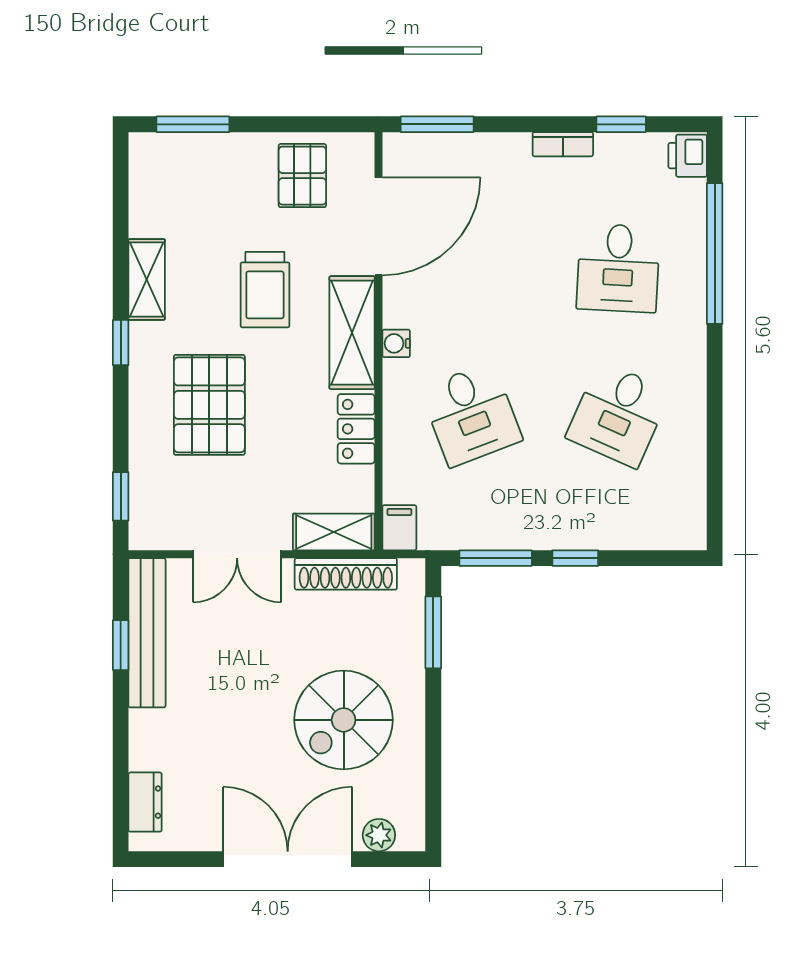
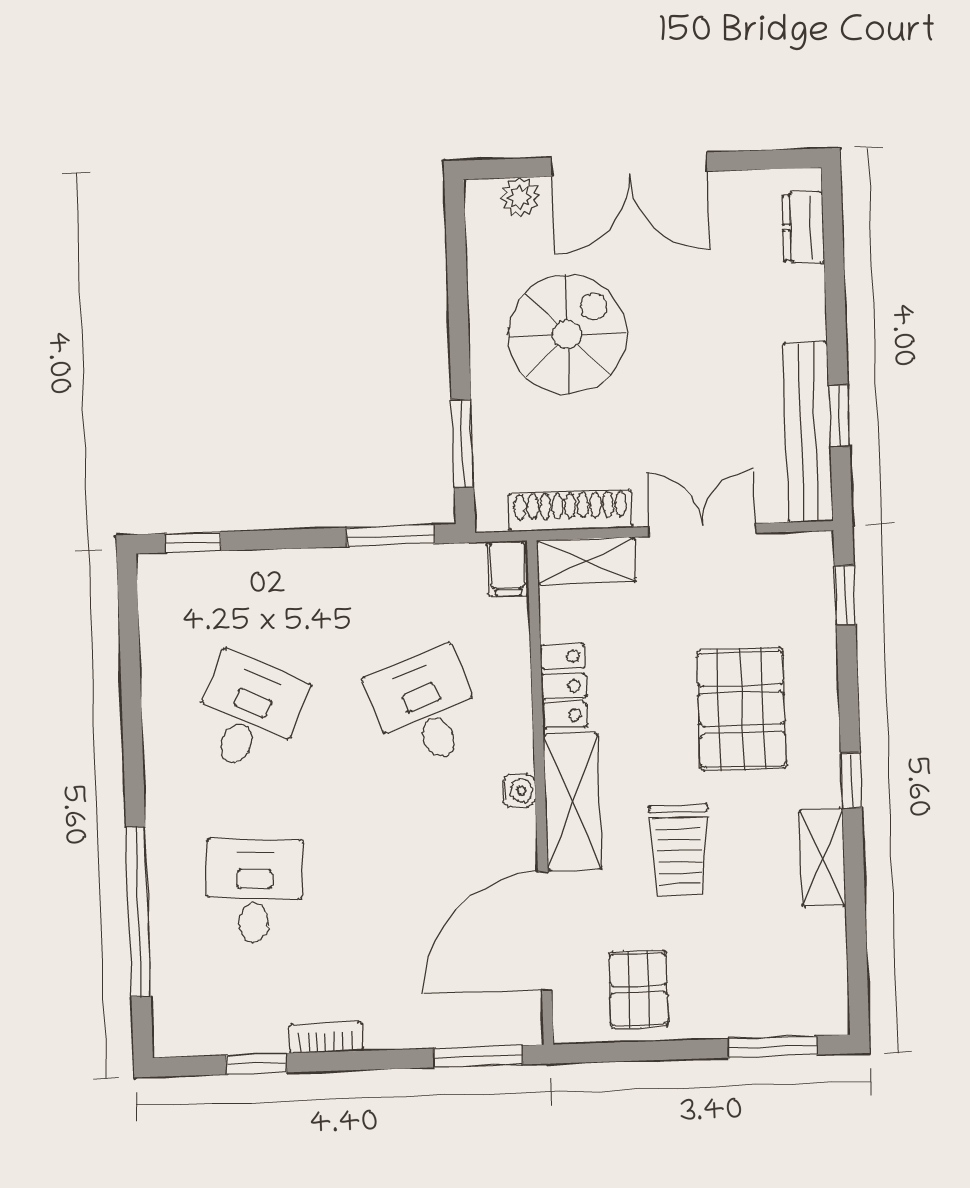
printer: (688, 156) -> (175, 1029), removed
trolley: (265, 290) -> (679, 850), turned 180
window: (575, 558) -> (193, 542), moved

